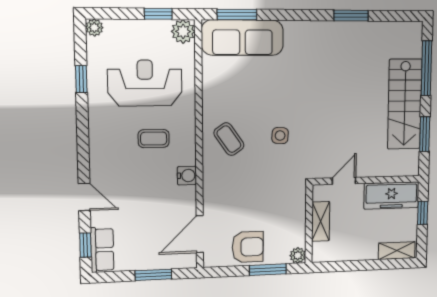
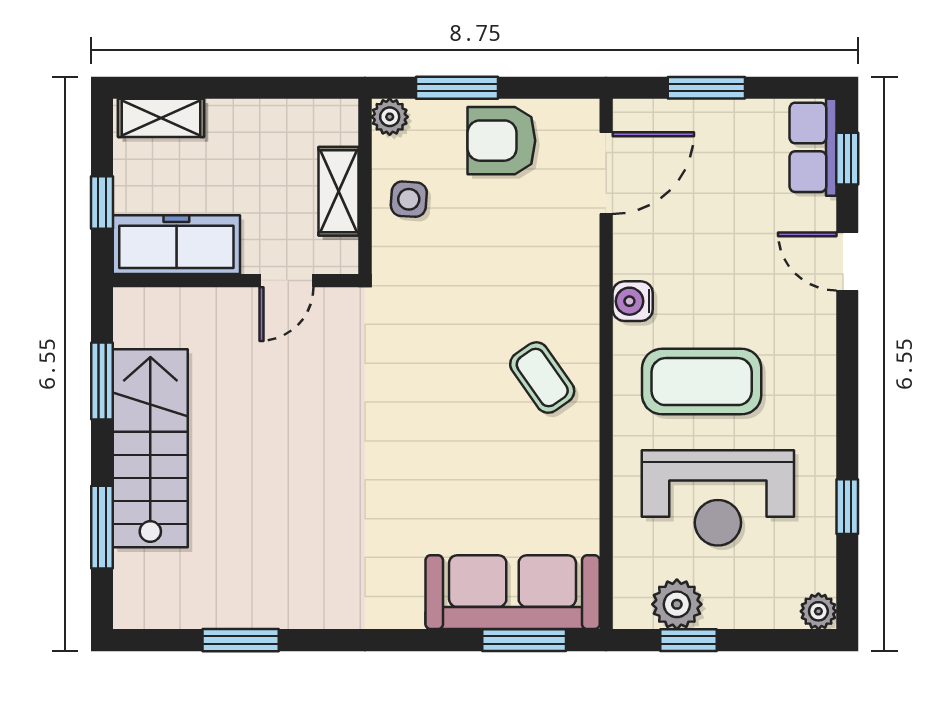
window: (351, 16) -> (241, 640), moved
plant: (183, 31) -> (677, 604), moved
window: (426, 68) -> (102, 527), width x0.69
side table: (280, 136) -> (409, 199), moved
coffee table: (154, 139) -> (702, 382), width x1.86, depth x1.72

